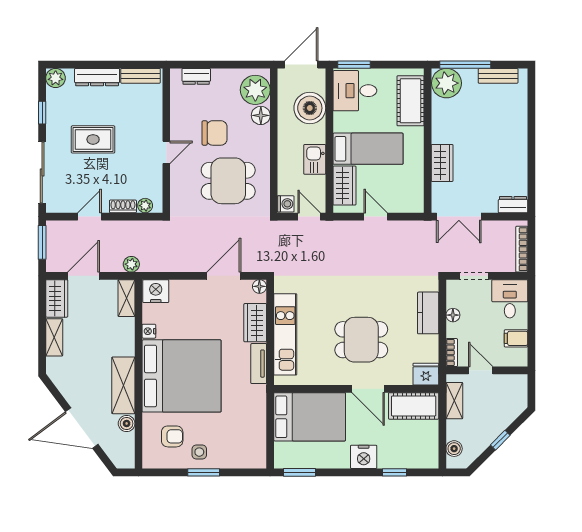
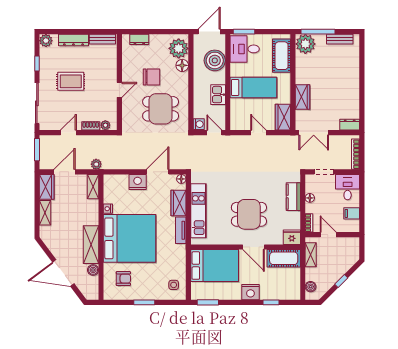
wardrobe: (344, 186) -> (283, 117), moved, turned 180
nightstand: (156, 291) -> (138, 182), moved
side table: (199, 452) -> (174, 285), moved

